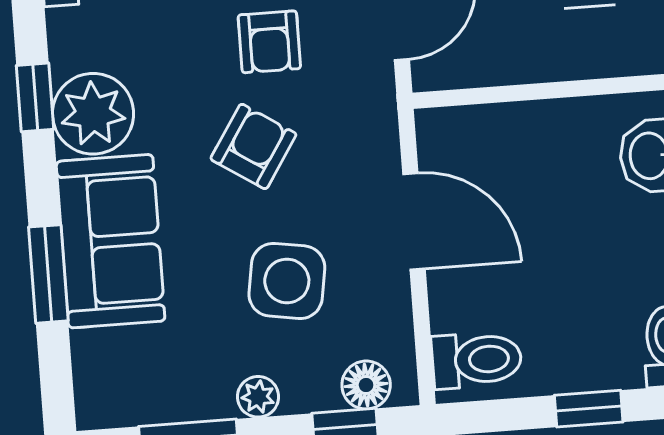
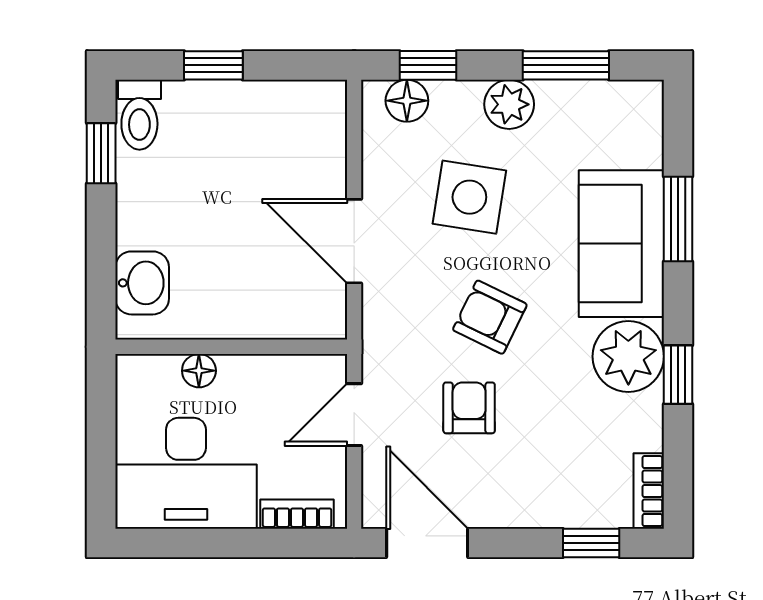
floor lamp: (579, 61) -> (199, 371), added
armchair: (253, 146) -> (490, 317), turned 83
toilet: (477, 360) -> (308, 115), removed
plant: (258, 397) -> (509, 104), width x1.38, depth x1.38

